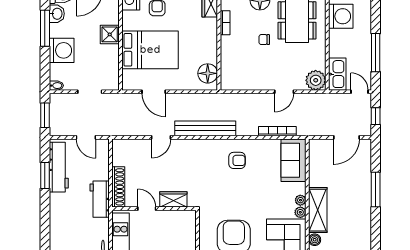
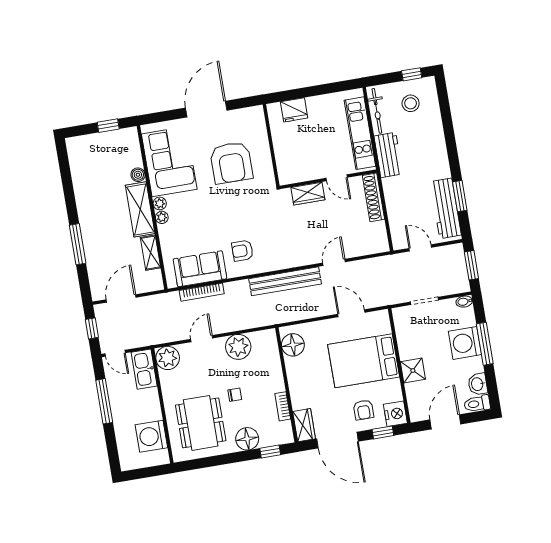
window: (45, 28) -> (485, 344), moved
plant: (254, 80) -> (238, 347), added
sofa: (293, 160) -> (200, 269), moved, turned -90
shelving: (315, 172) -> (150, 253), added
workbench: (100, 199) -> (388, 155), moved

